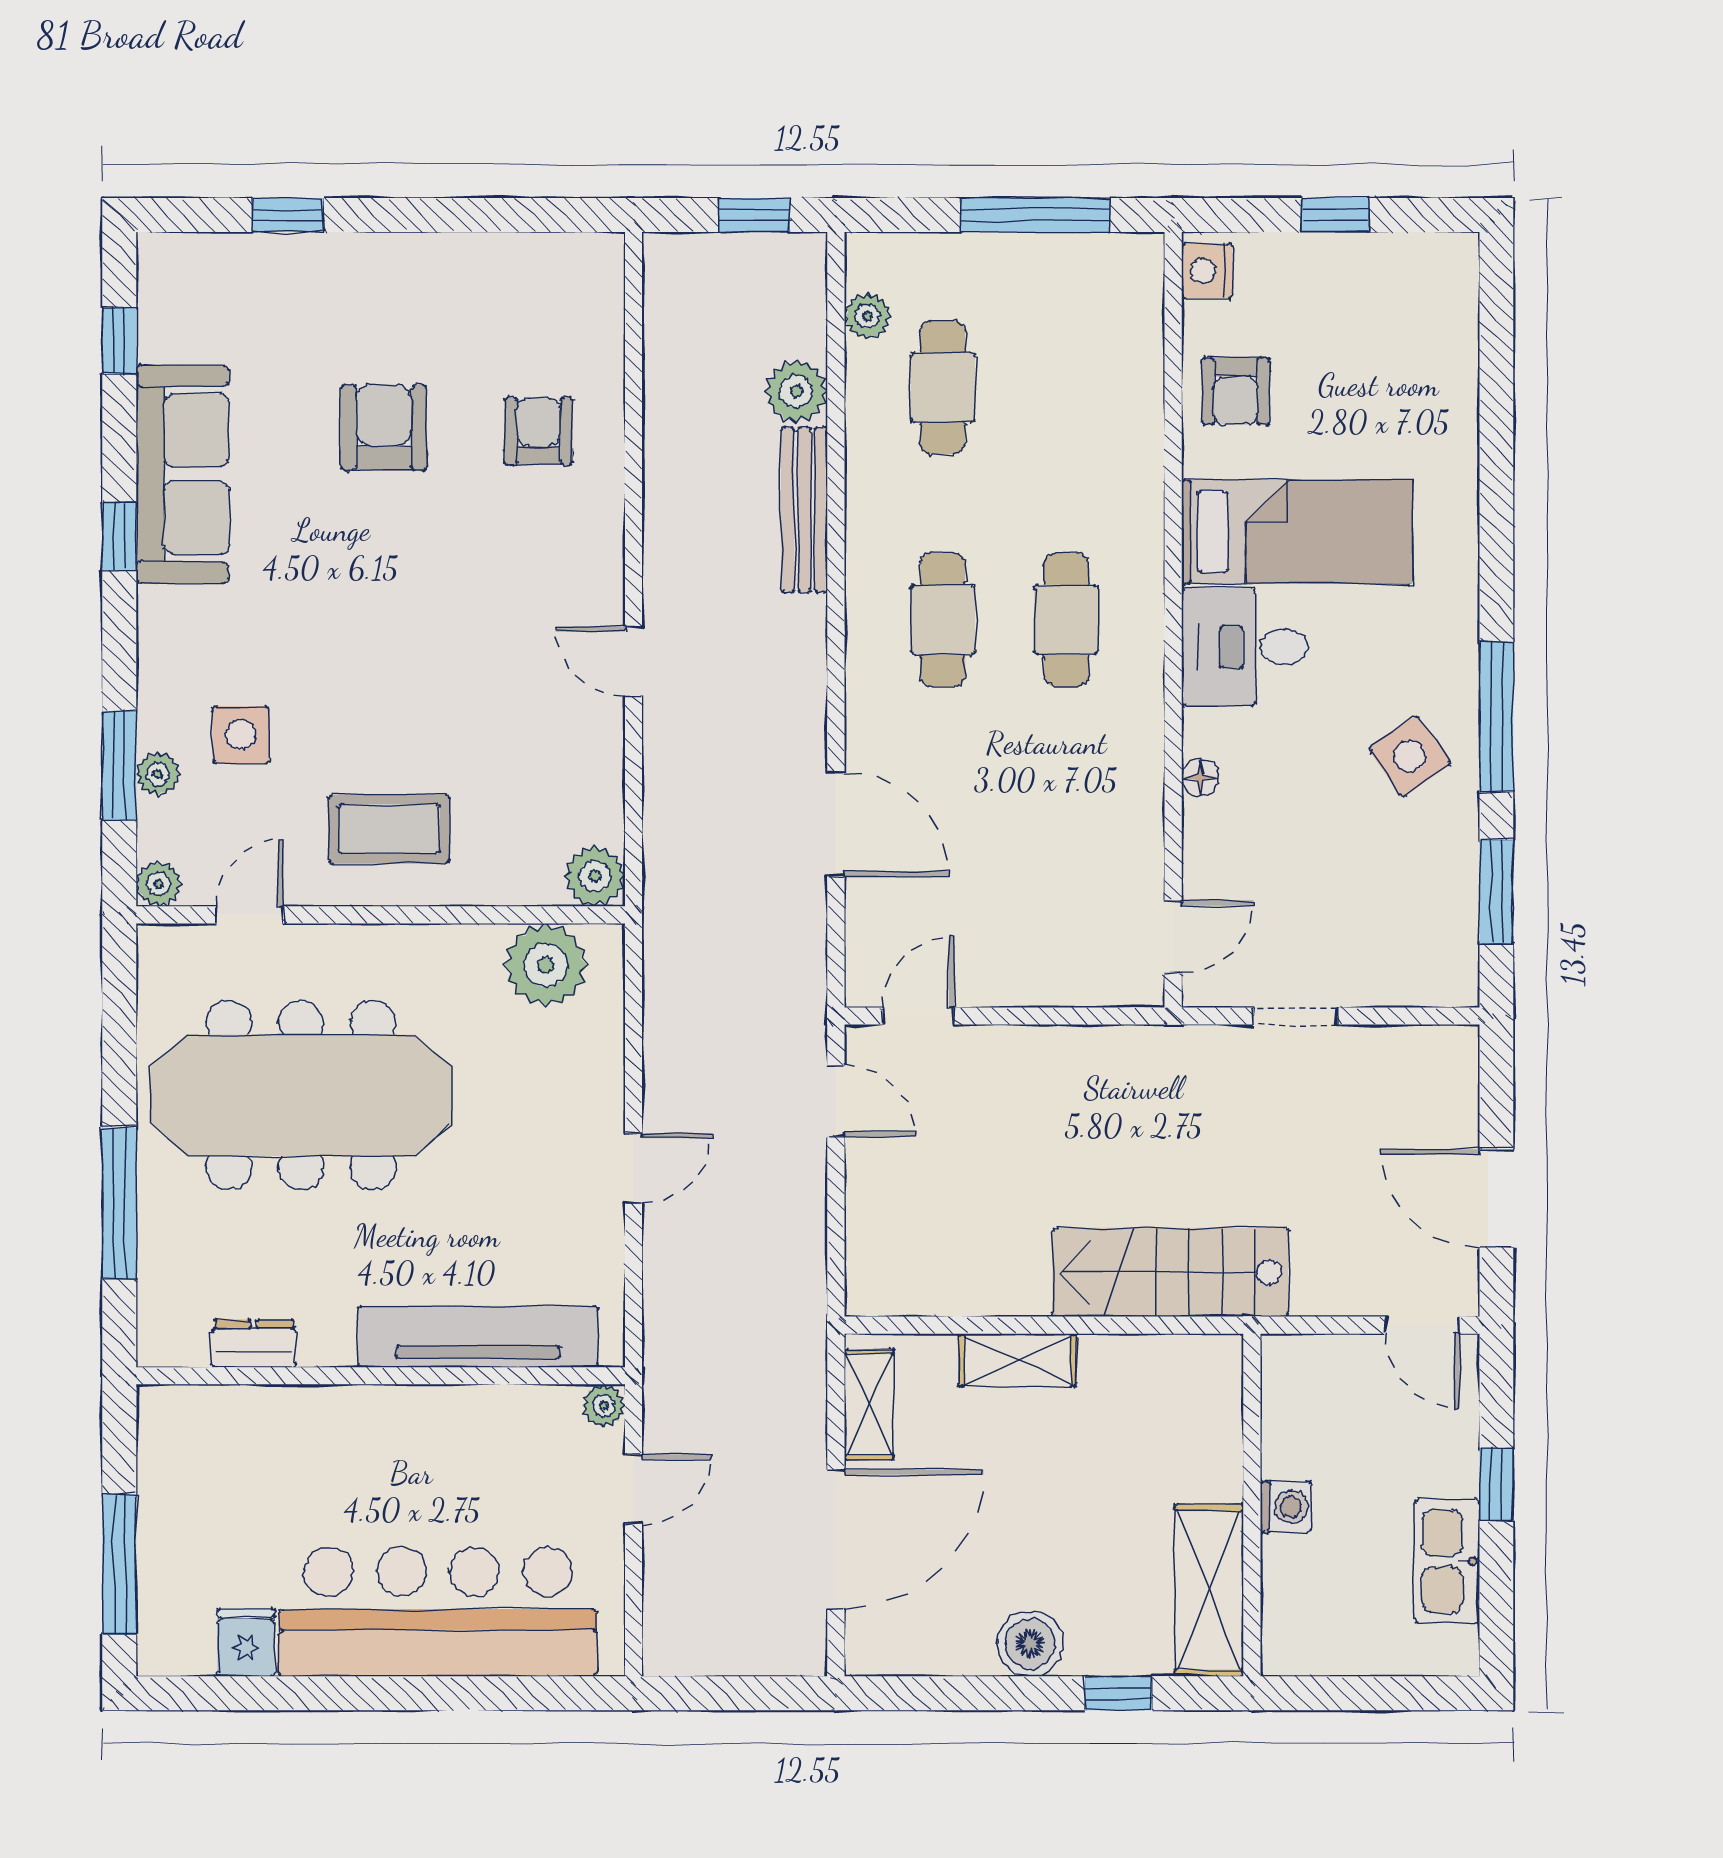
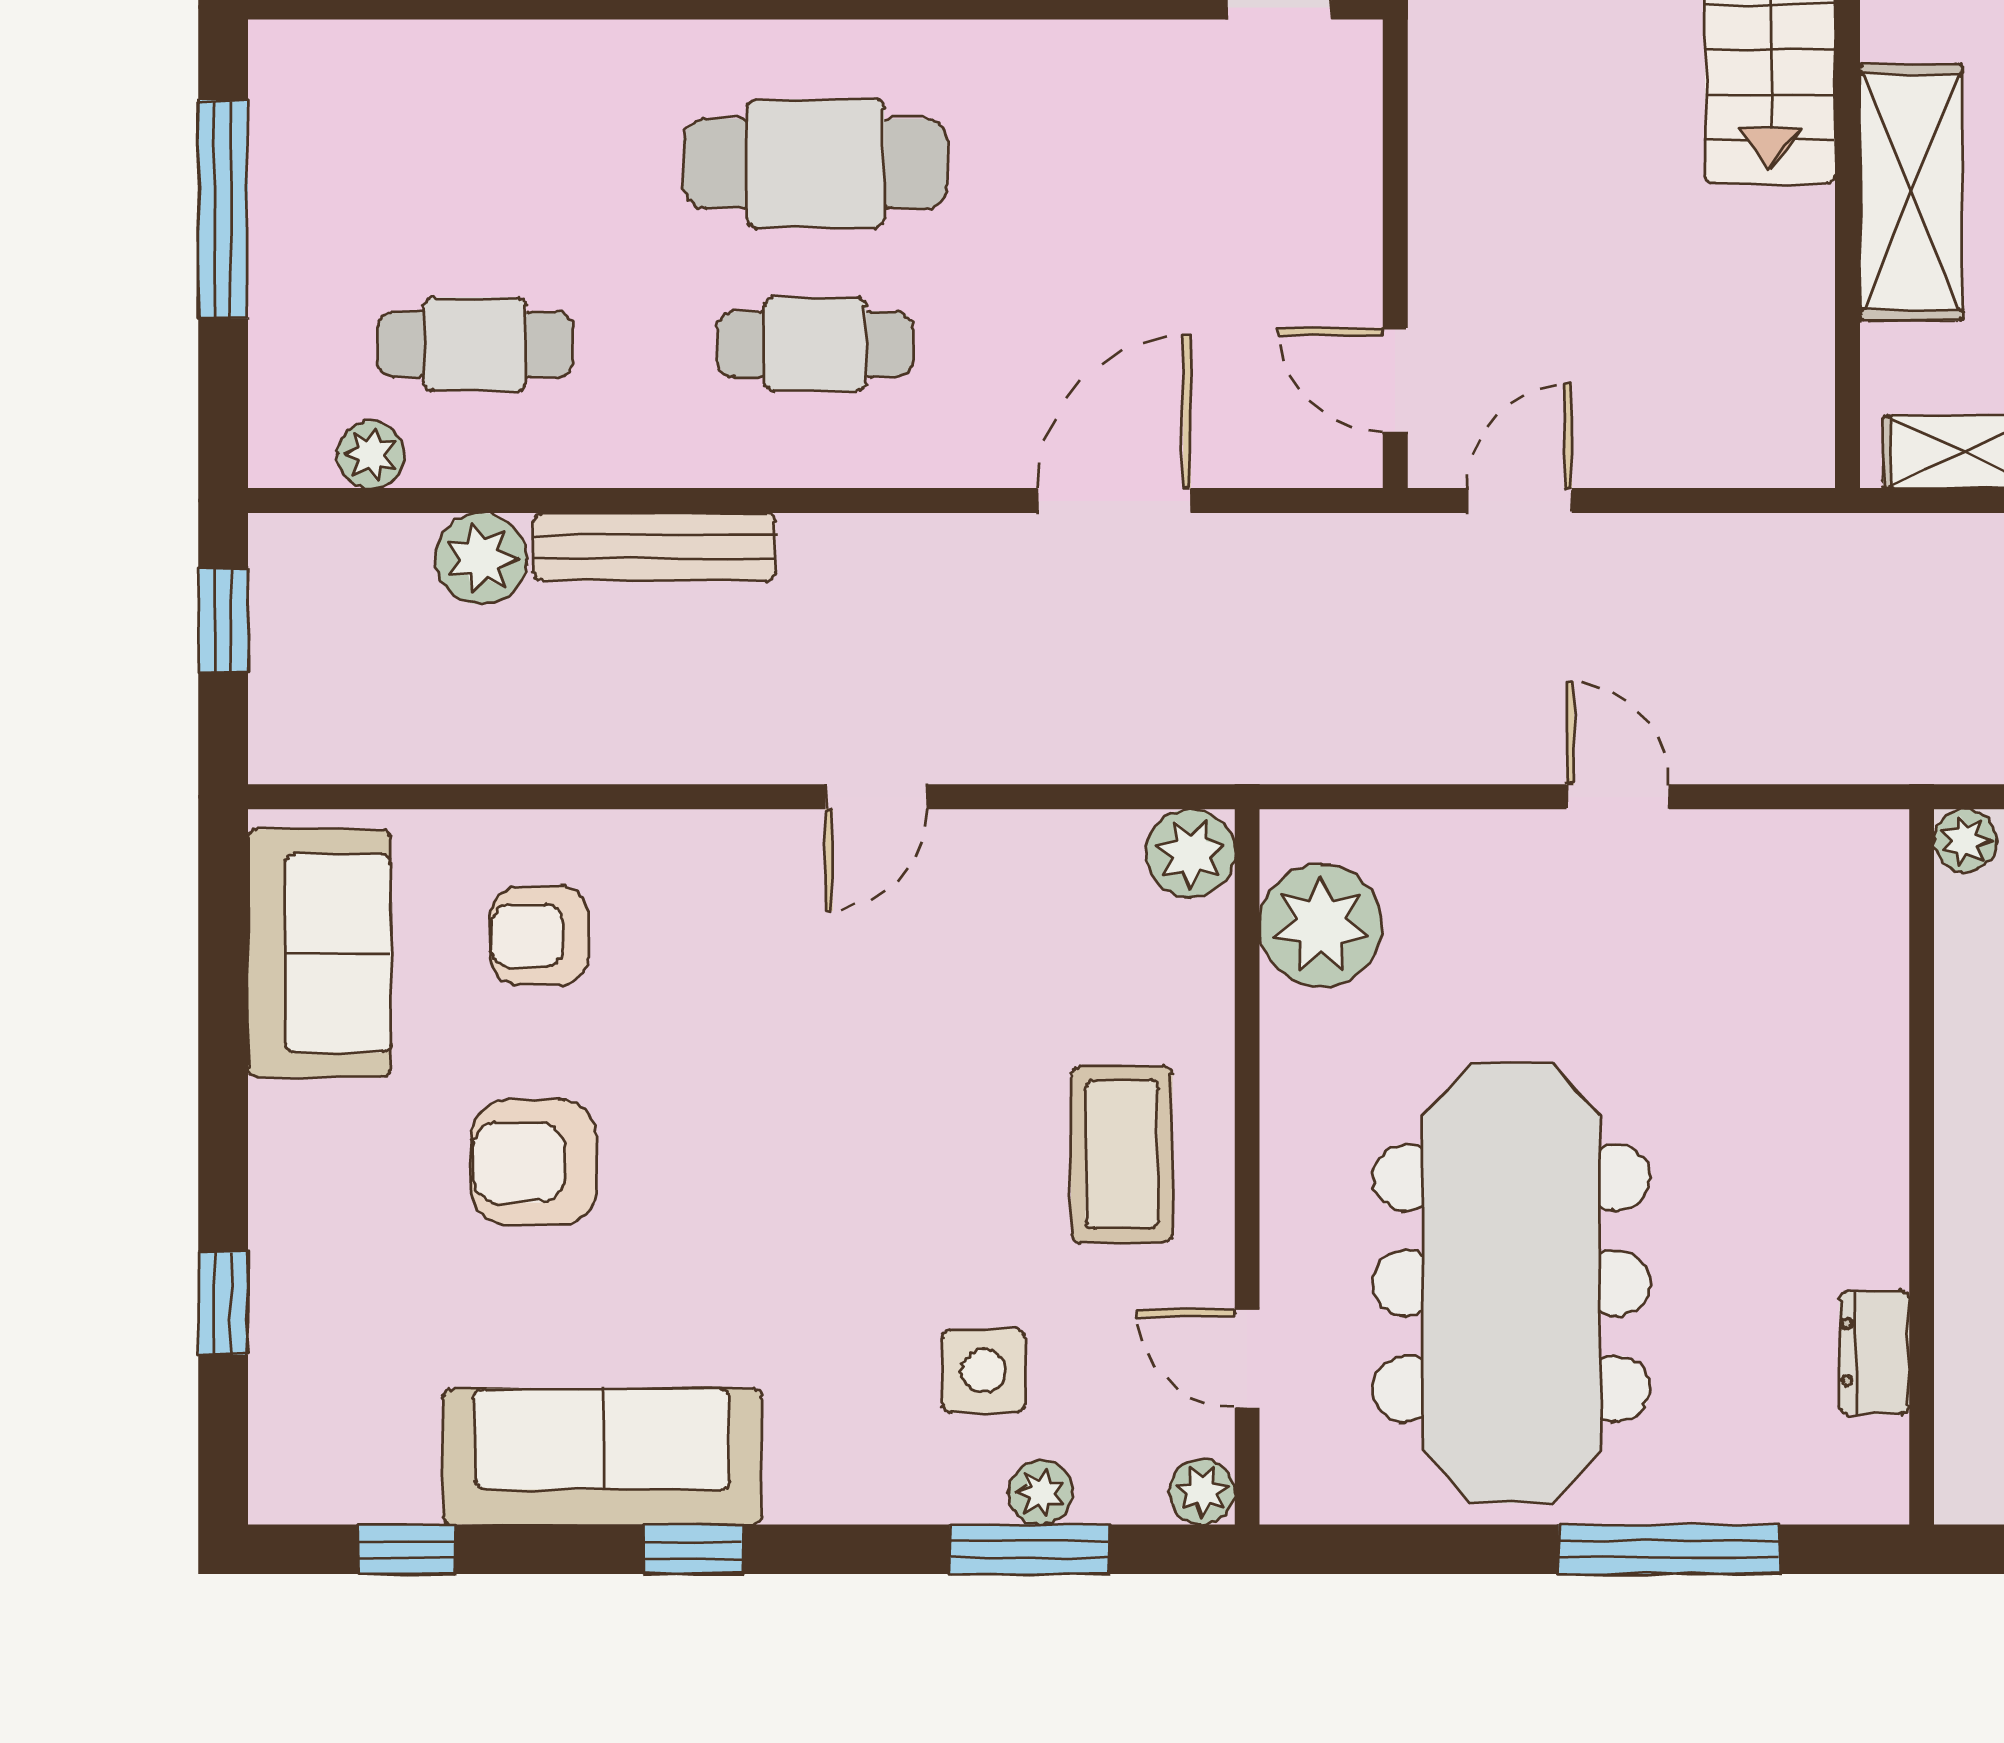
sofa: (527, 281) -> (319, 953), added
cafe table: (1066, 620) -> (815, 164), width x1.37, depth x1.35
tv unit: (478, 1337) -> (1864, 1024), removed
shelving: (1017, 1360) -> (1911, 192), width x1.50, depth x1.33

